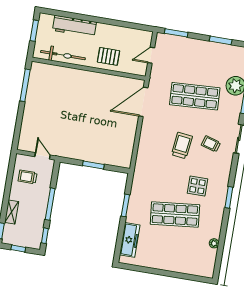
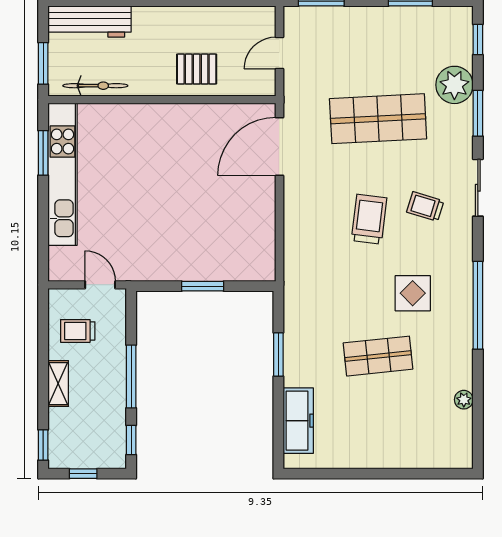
workbench: (74, 26) -> (90, 21), moved
window: (34, 31) -> (43, 63), moved
bicycle: (63, 55) -> (95, 86), width x0.73, depth x0.71
window: (25, 85) -> (43, 153), width x0.69
kitchen unit: (33, 98) -> (63, 174), added
window: (229, 197) -> (478, 305), width x2.11
shelving: (12, 212) -> (58, 384), moved
shop shelf: (175, 214) -> (378, 356), width x0.70, depth x0.74

